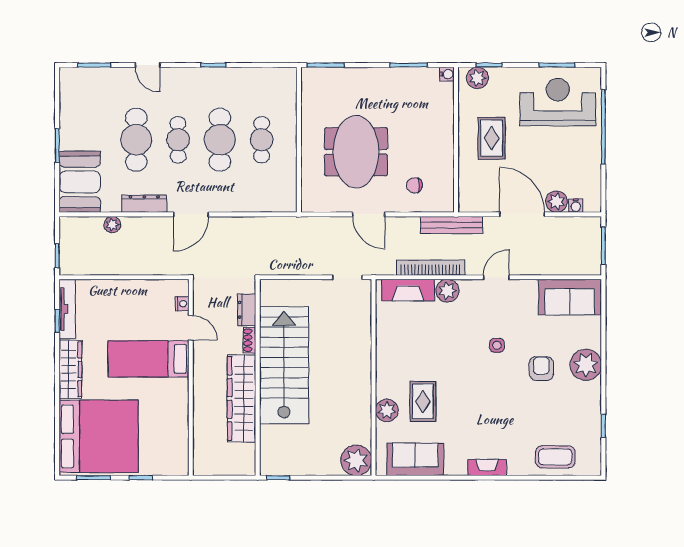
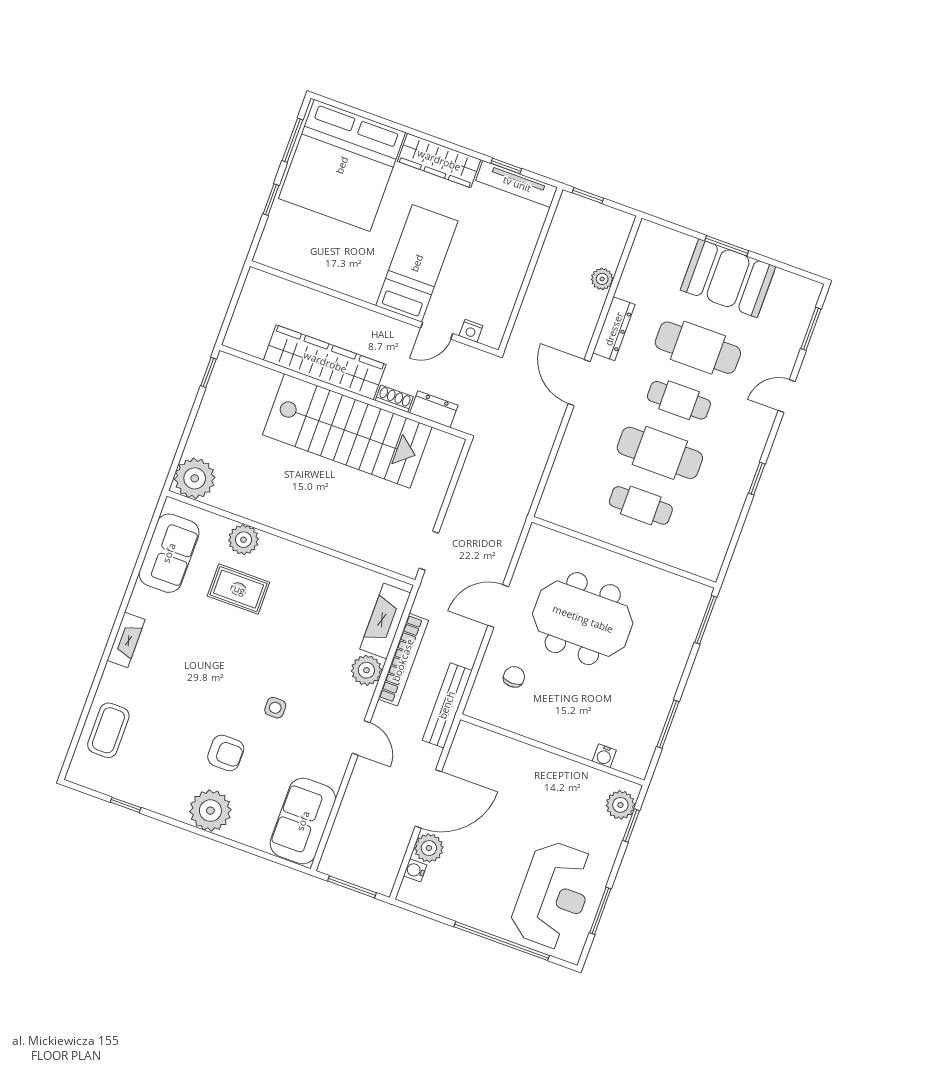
water cooler: (447, 74) -> (604, 756), moved
rug: (492, 138) -> (538, 795), removed
booth: (80, 182) -> (728, 278), moved

